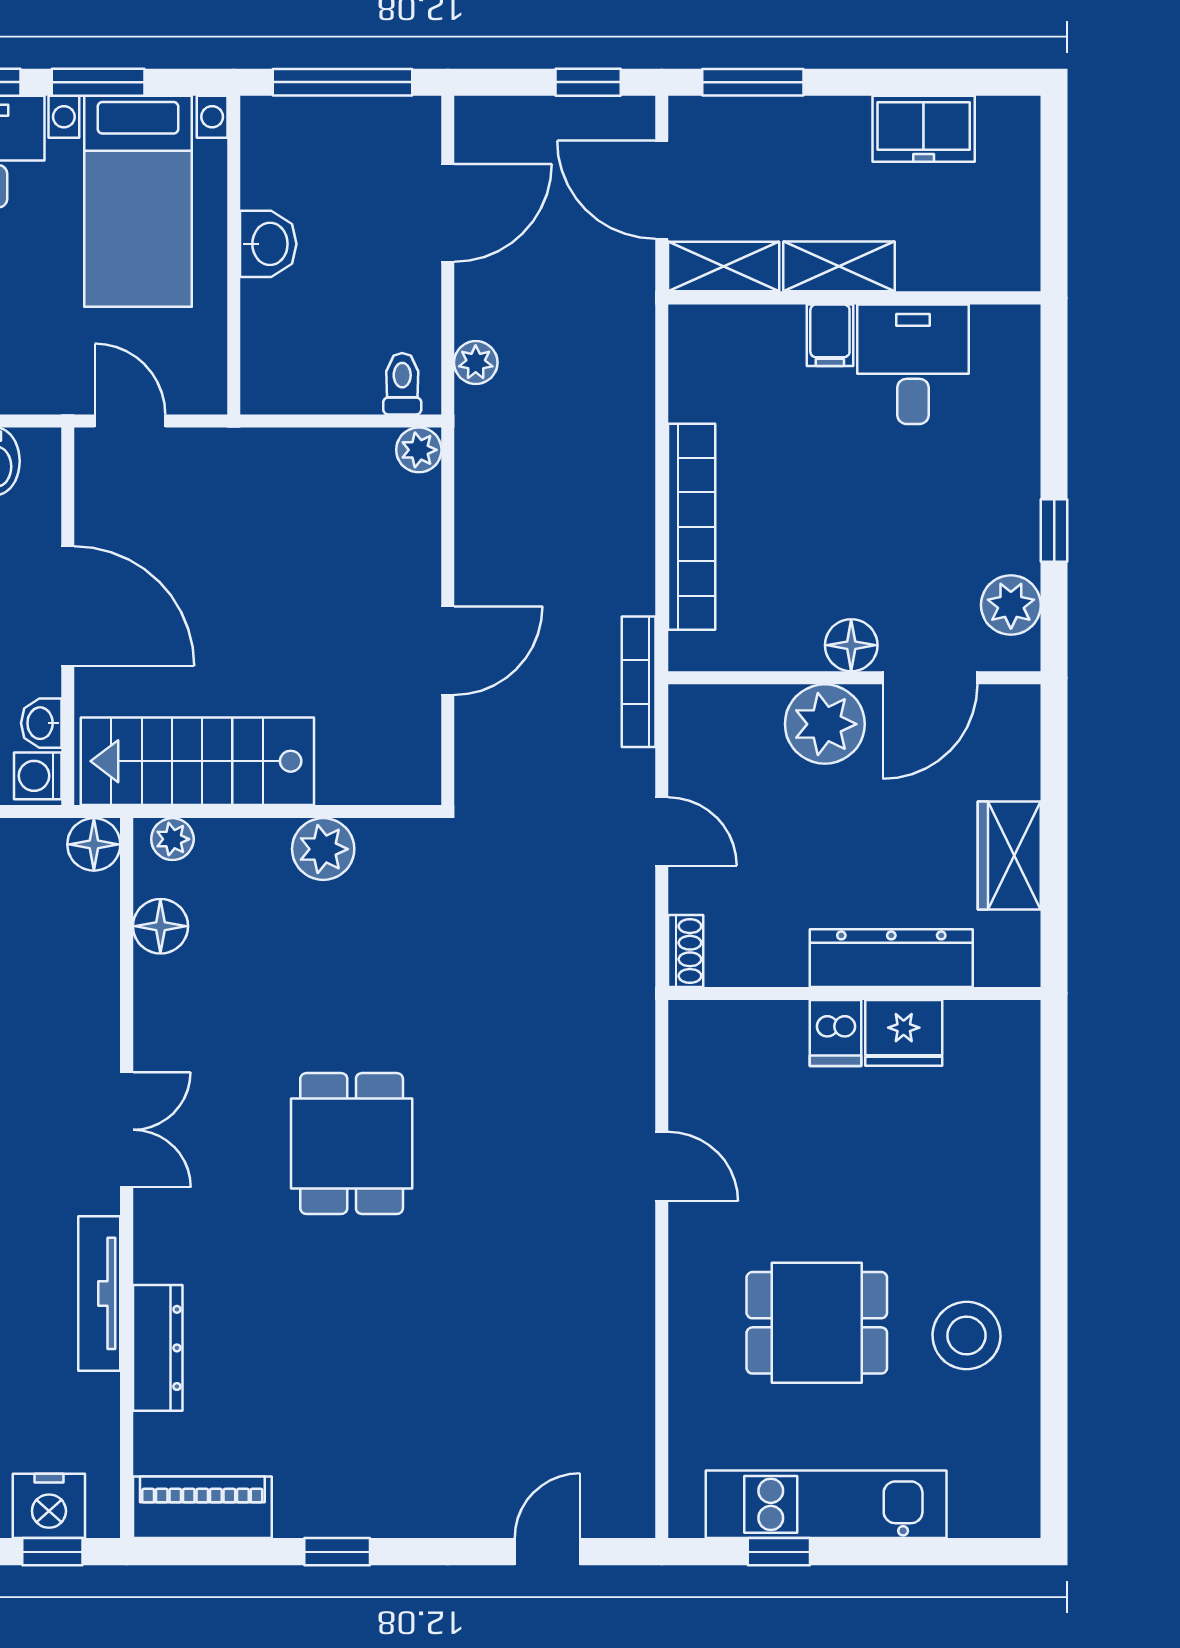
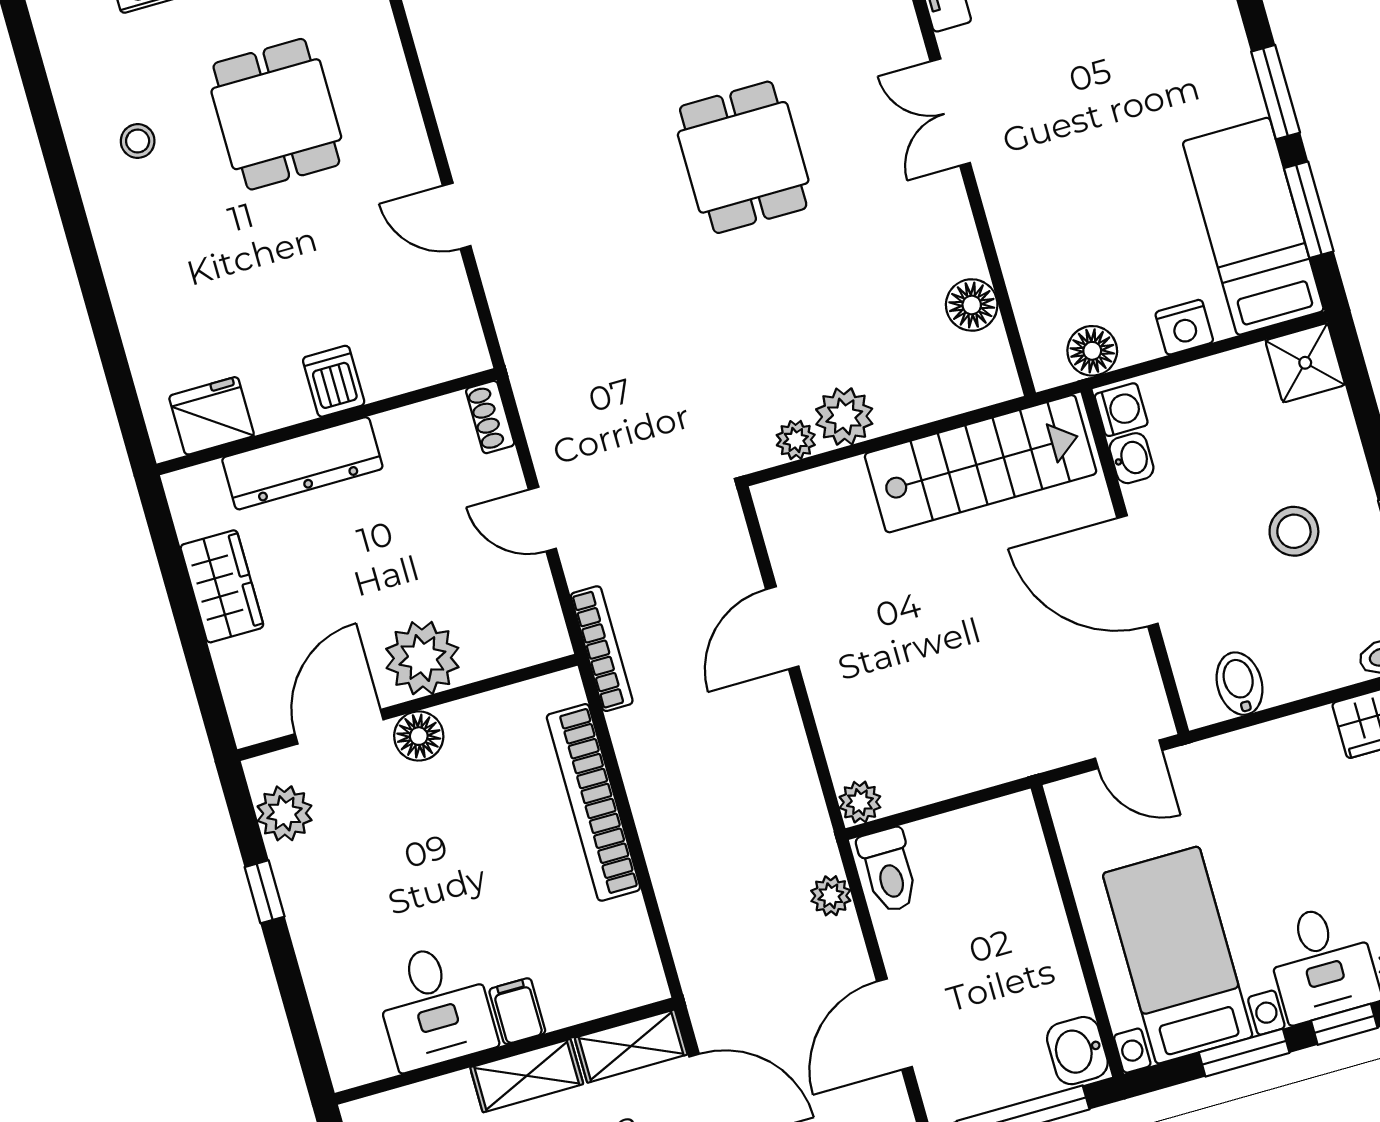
washbasin: (268, 244) -> (1077, 1051), moved
toilet: (402, 384) -> (889, 870), width x1.37, depth x1.39
plant: (172, 839) -> (796, 440), moved
floor lamp: (94, 844) -> (1092, 351), moved
fridge: (904, 1033) -> (212, 416), moved
dining table: (817, 1323) -> (276, 114), turned 90
stool: (967, 1336) -> (138, 141), width x0.53, depth x0.53

